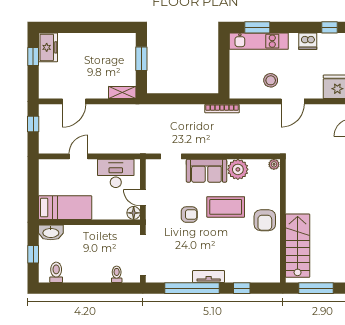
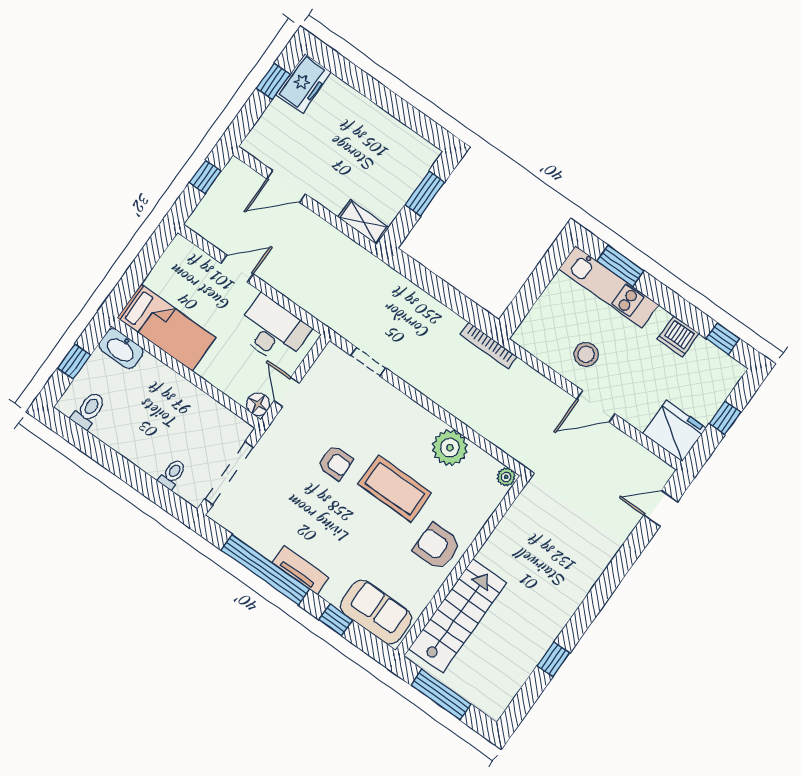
sofa: (206, 171) -> (376, 612), moved, turned 180
armchair: (265, 220) -> (437, 547), turned 90

